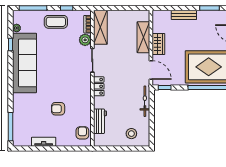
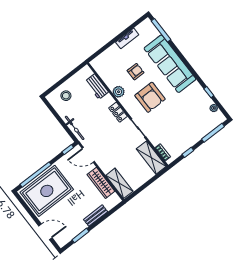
coffee table: (56, 22) -> (188, 136), removed
shelving: (143, 37) -> (119, 183), moved
plant: (85, 40) -> (119, 92), moved
wardrobe: (158, 44) -> (101, 183), width x1.50
sofa: (24, 63) -> (170, 64), moved
armchair: (82, 133) -> (150, 97), moved, width x1.88, depth x1.88

